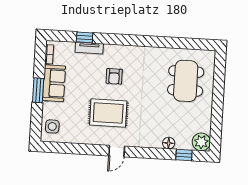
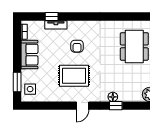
window: (38, 90) -> (17, 82), moved
floor lamp: (169, 143) -> (113, 97), moved
window: (184, 155) -> (116, 106), moved

